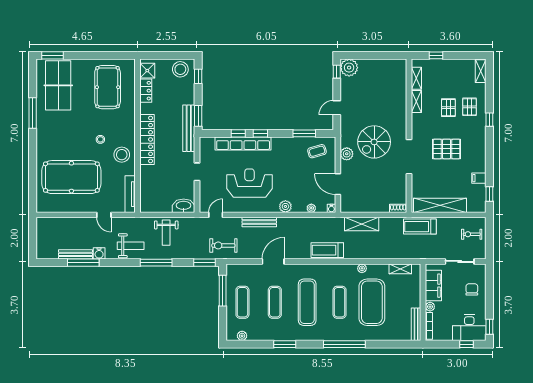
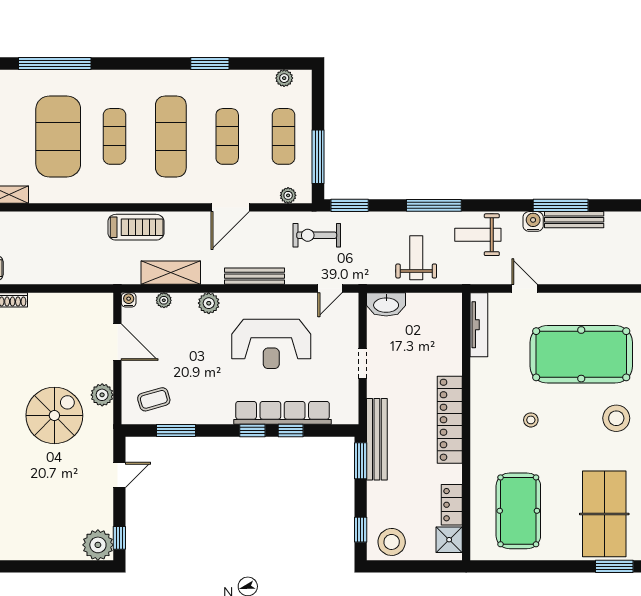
stool: (122, 155) -> (616, 418), moved
shelving: (362, 224) -> (171, 273), moved
exercise bike: (223, 245) -> (317, 235), turned 180
plant: (362, 268) -> (288, 195), moved
window: (344, 344) -> (55, 63), moved

